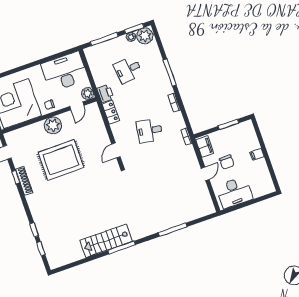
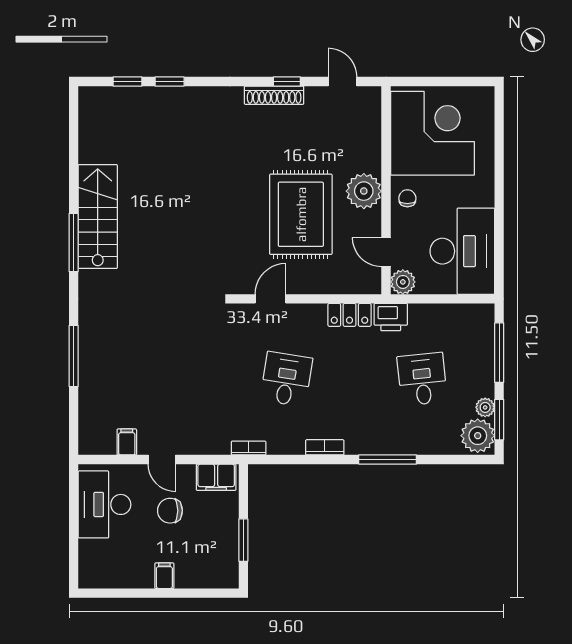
door: (116, 150) -> (270, 299), hinge flipped
rug: (61, 160) -> (301, 214), moved
filing cabinet: (203, 192) -> (127, 442), added

